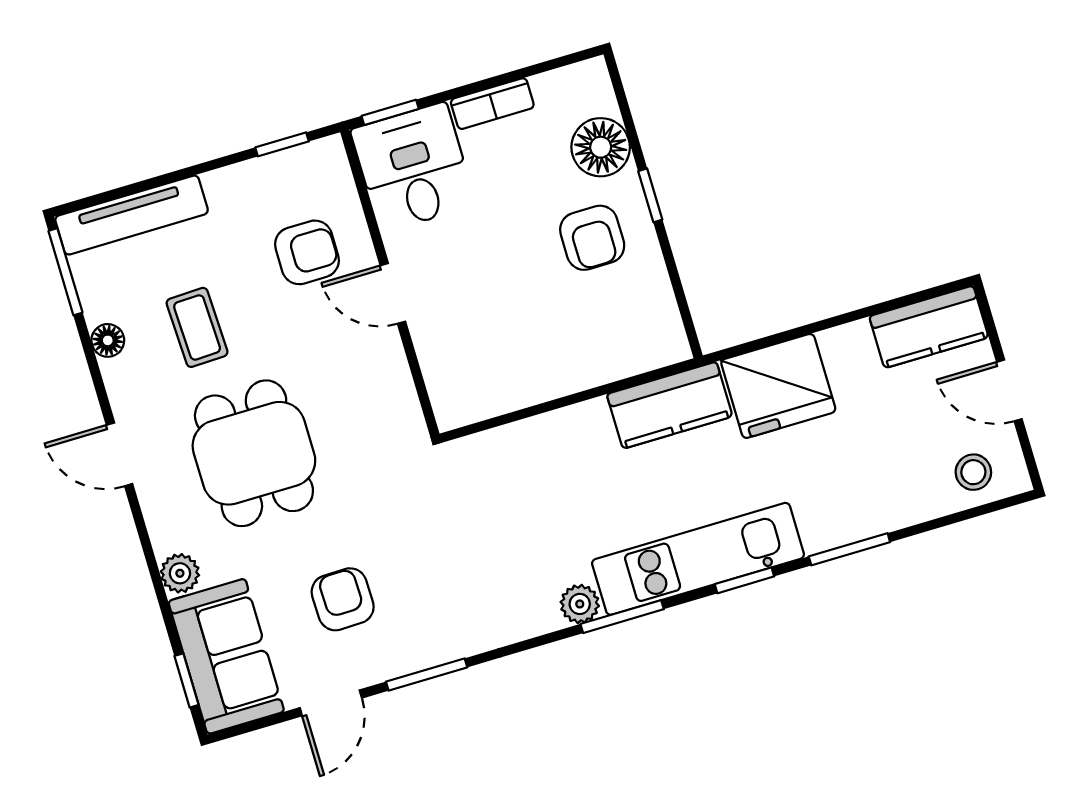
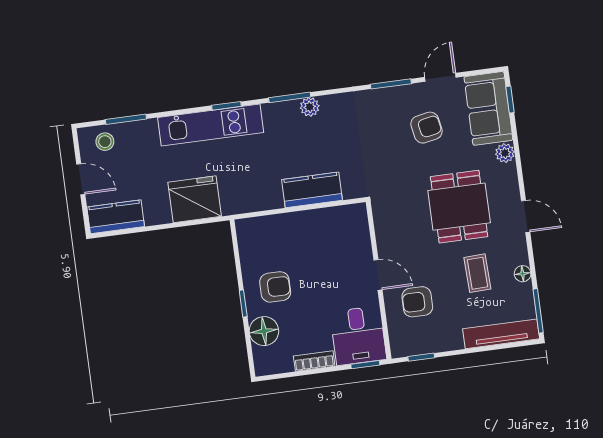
armchair: (592, 238) -> (275, 287), turned 90
kitchen counter: (670, 405) -> (312, 190), moved
window: (849, 549) -> (126, 119), moved
kitchen unit: (698, 559) -> (211, 125), moved
armchair: (343, 599) -> (426, 128), turned -100

